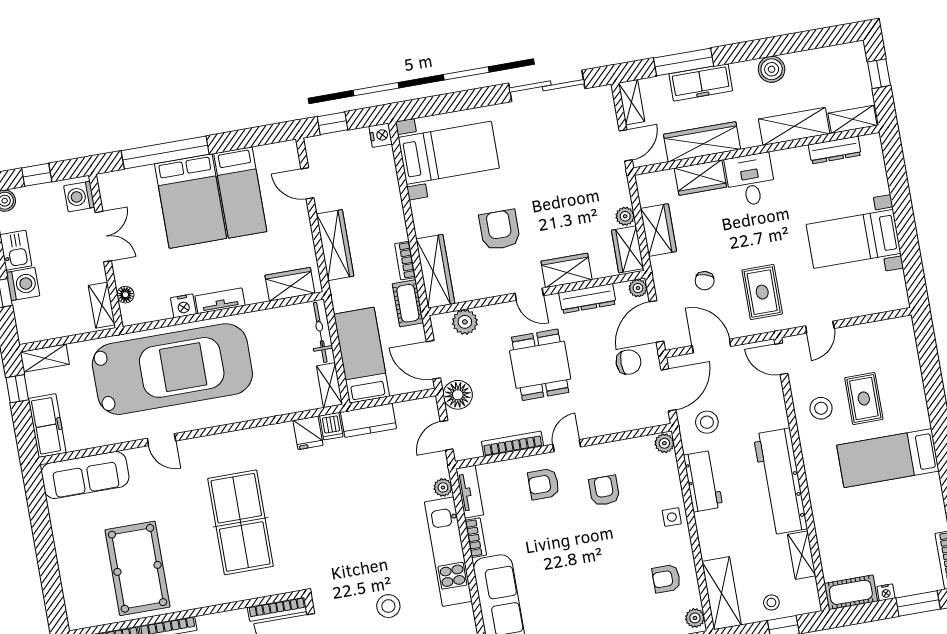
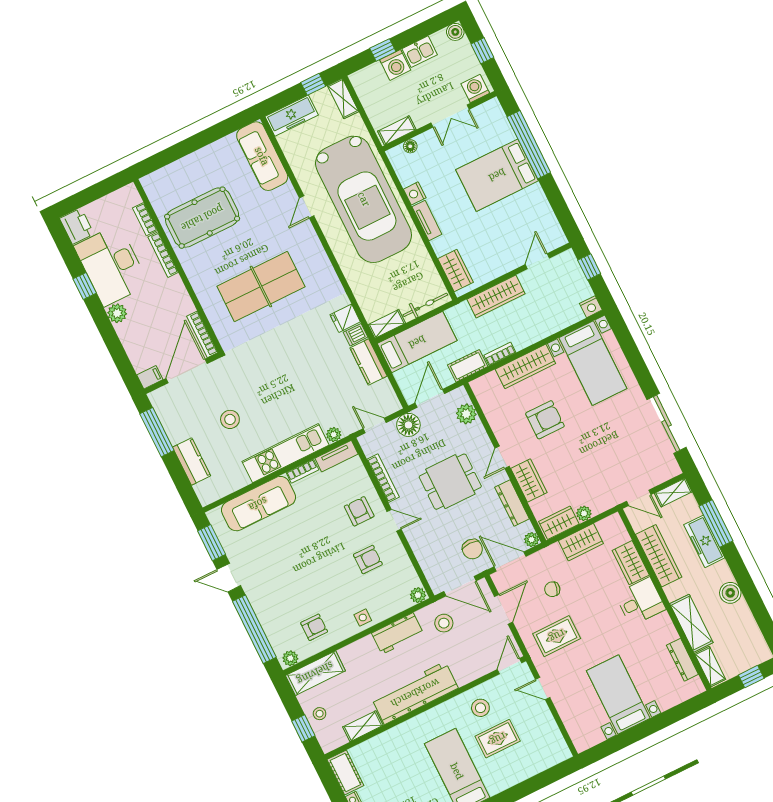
bed: (240, 193) -> (515, 212), removed
wardrobe: (435, 271) -> (525, 366), moved
armchair: (666, 579) -> (314, 627), turned 90

